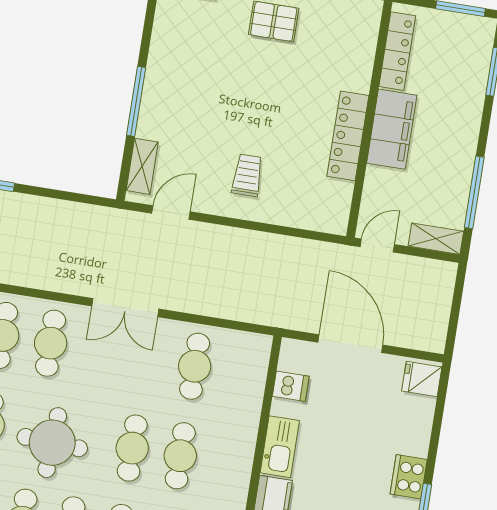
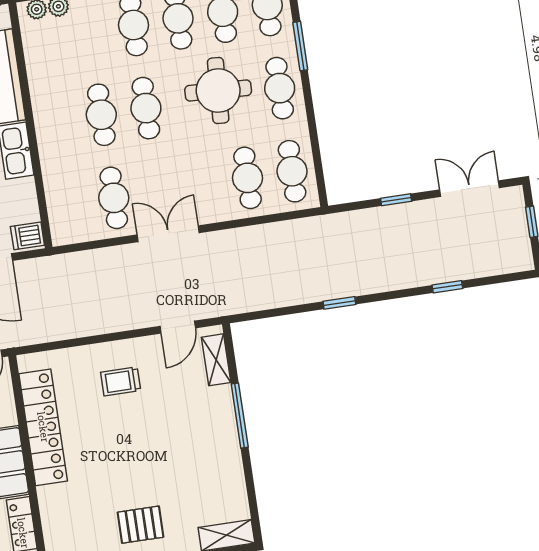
locker: (348, 136) -> (43, 427), width x1.41, depth x1.21
trolley: (247, 175) -> (121, 381), turned 90
double door: (125, 308) -> (168, 234), moved
dishwasher: (291, 386) -> (27, 236), moved

